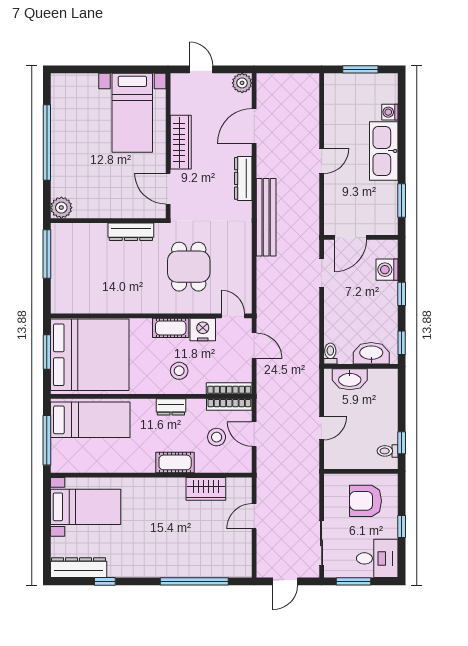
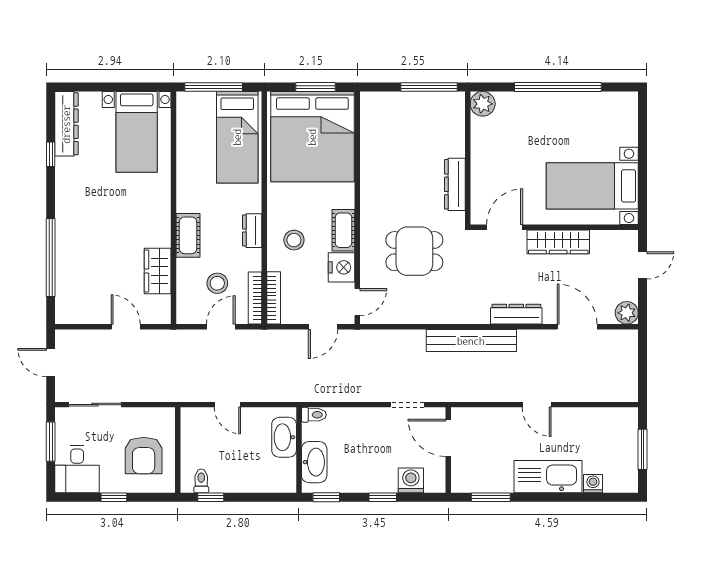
armchair: (366, 501) -> (144, 455), turned 180

